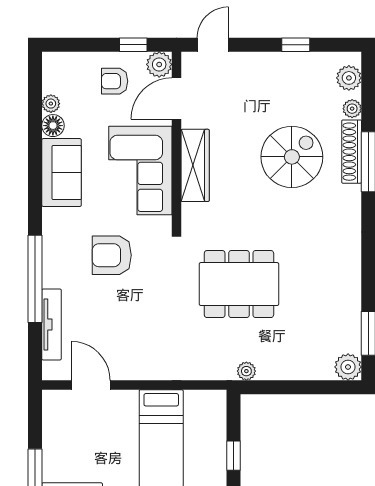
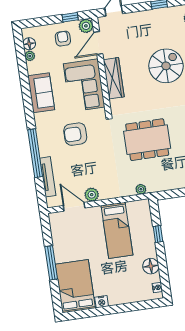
armchair: (115, 81) -> (63, 39), turned 90
floor lamp: (53, 126) -> (29, 44), moved
plant: (125, 368) -> (92, 195), added
plant: (246, 371) -> (141, 189), moved

